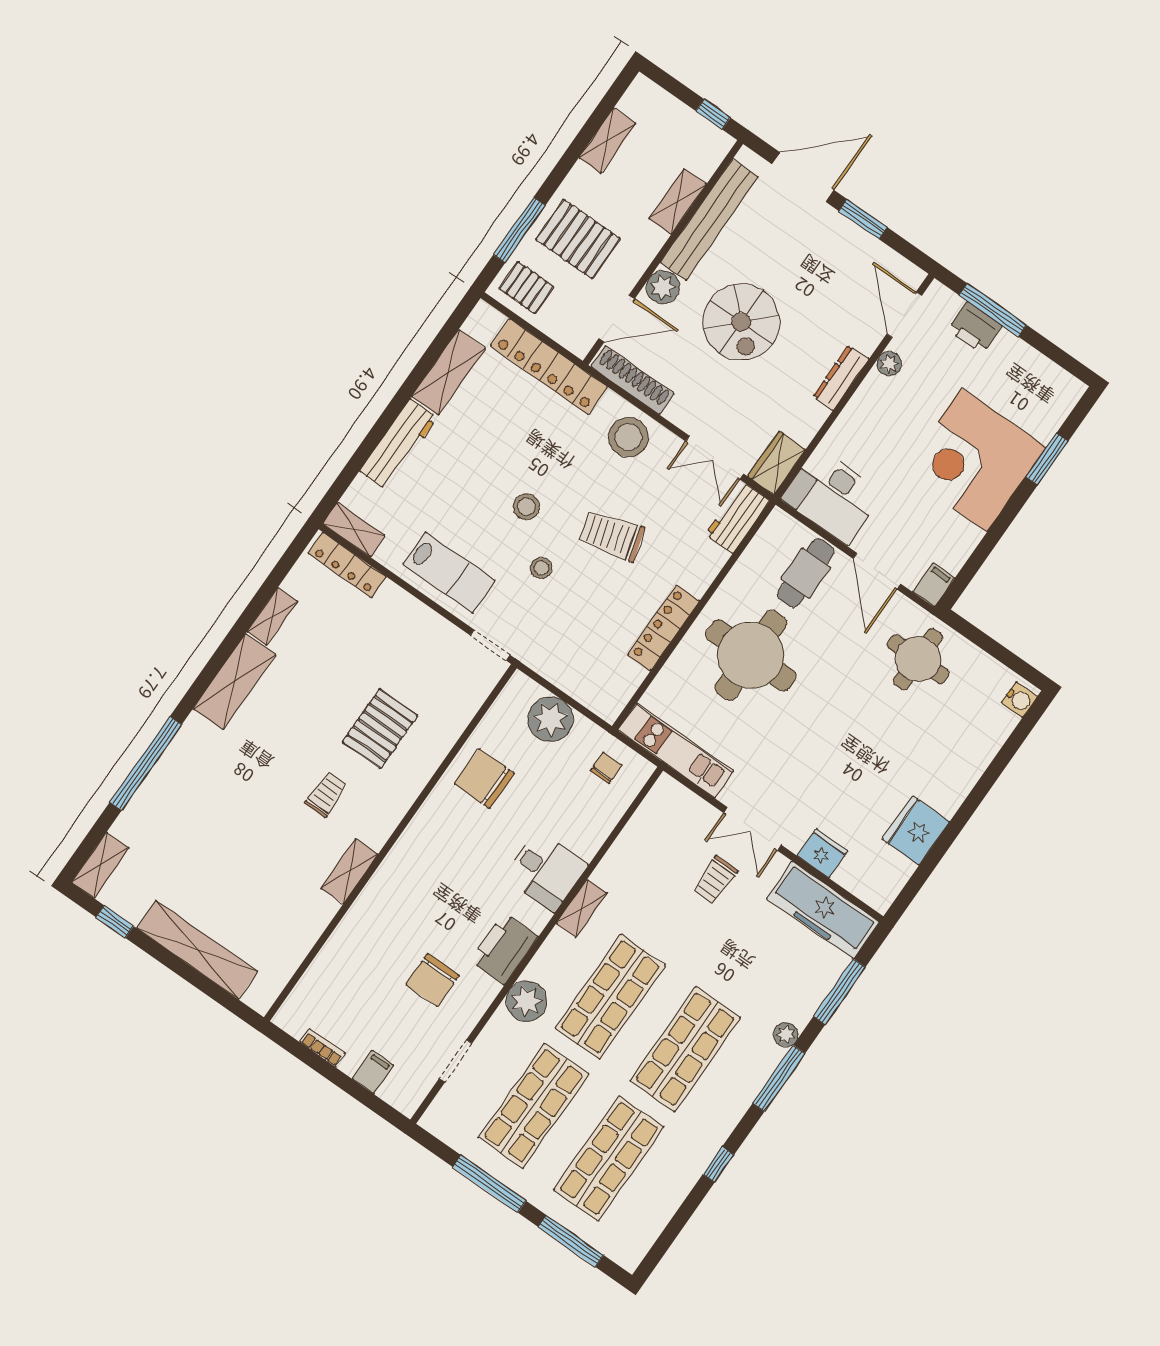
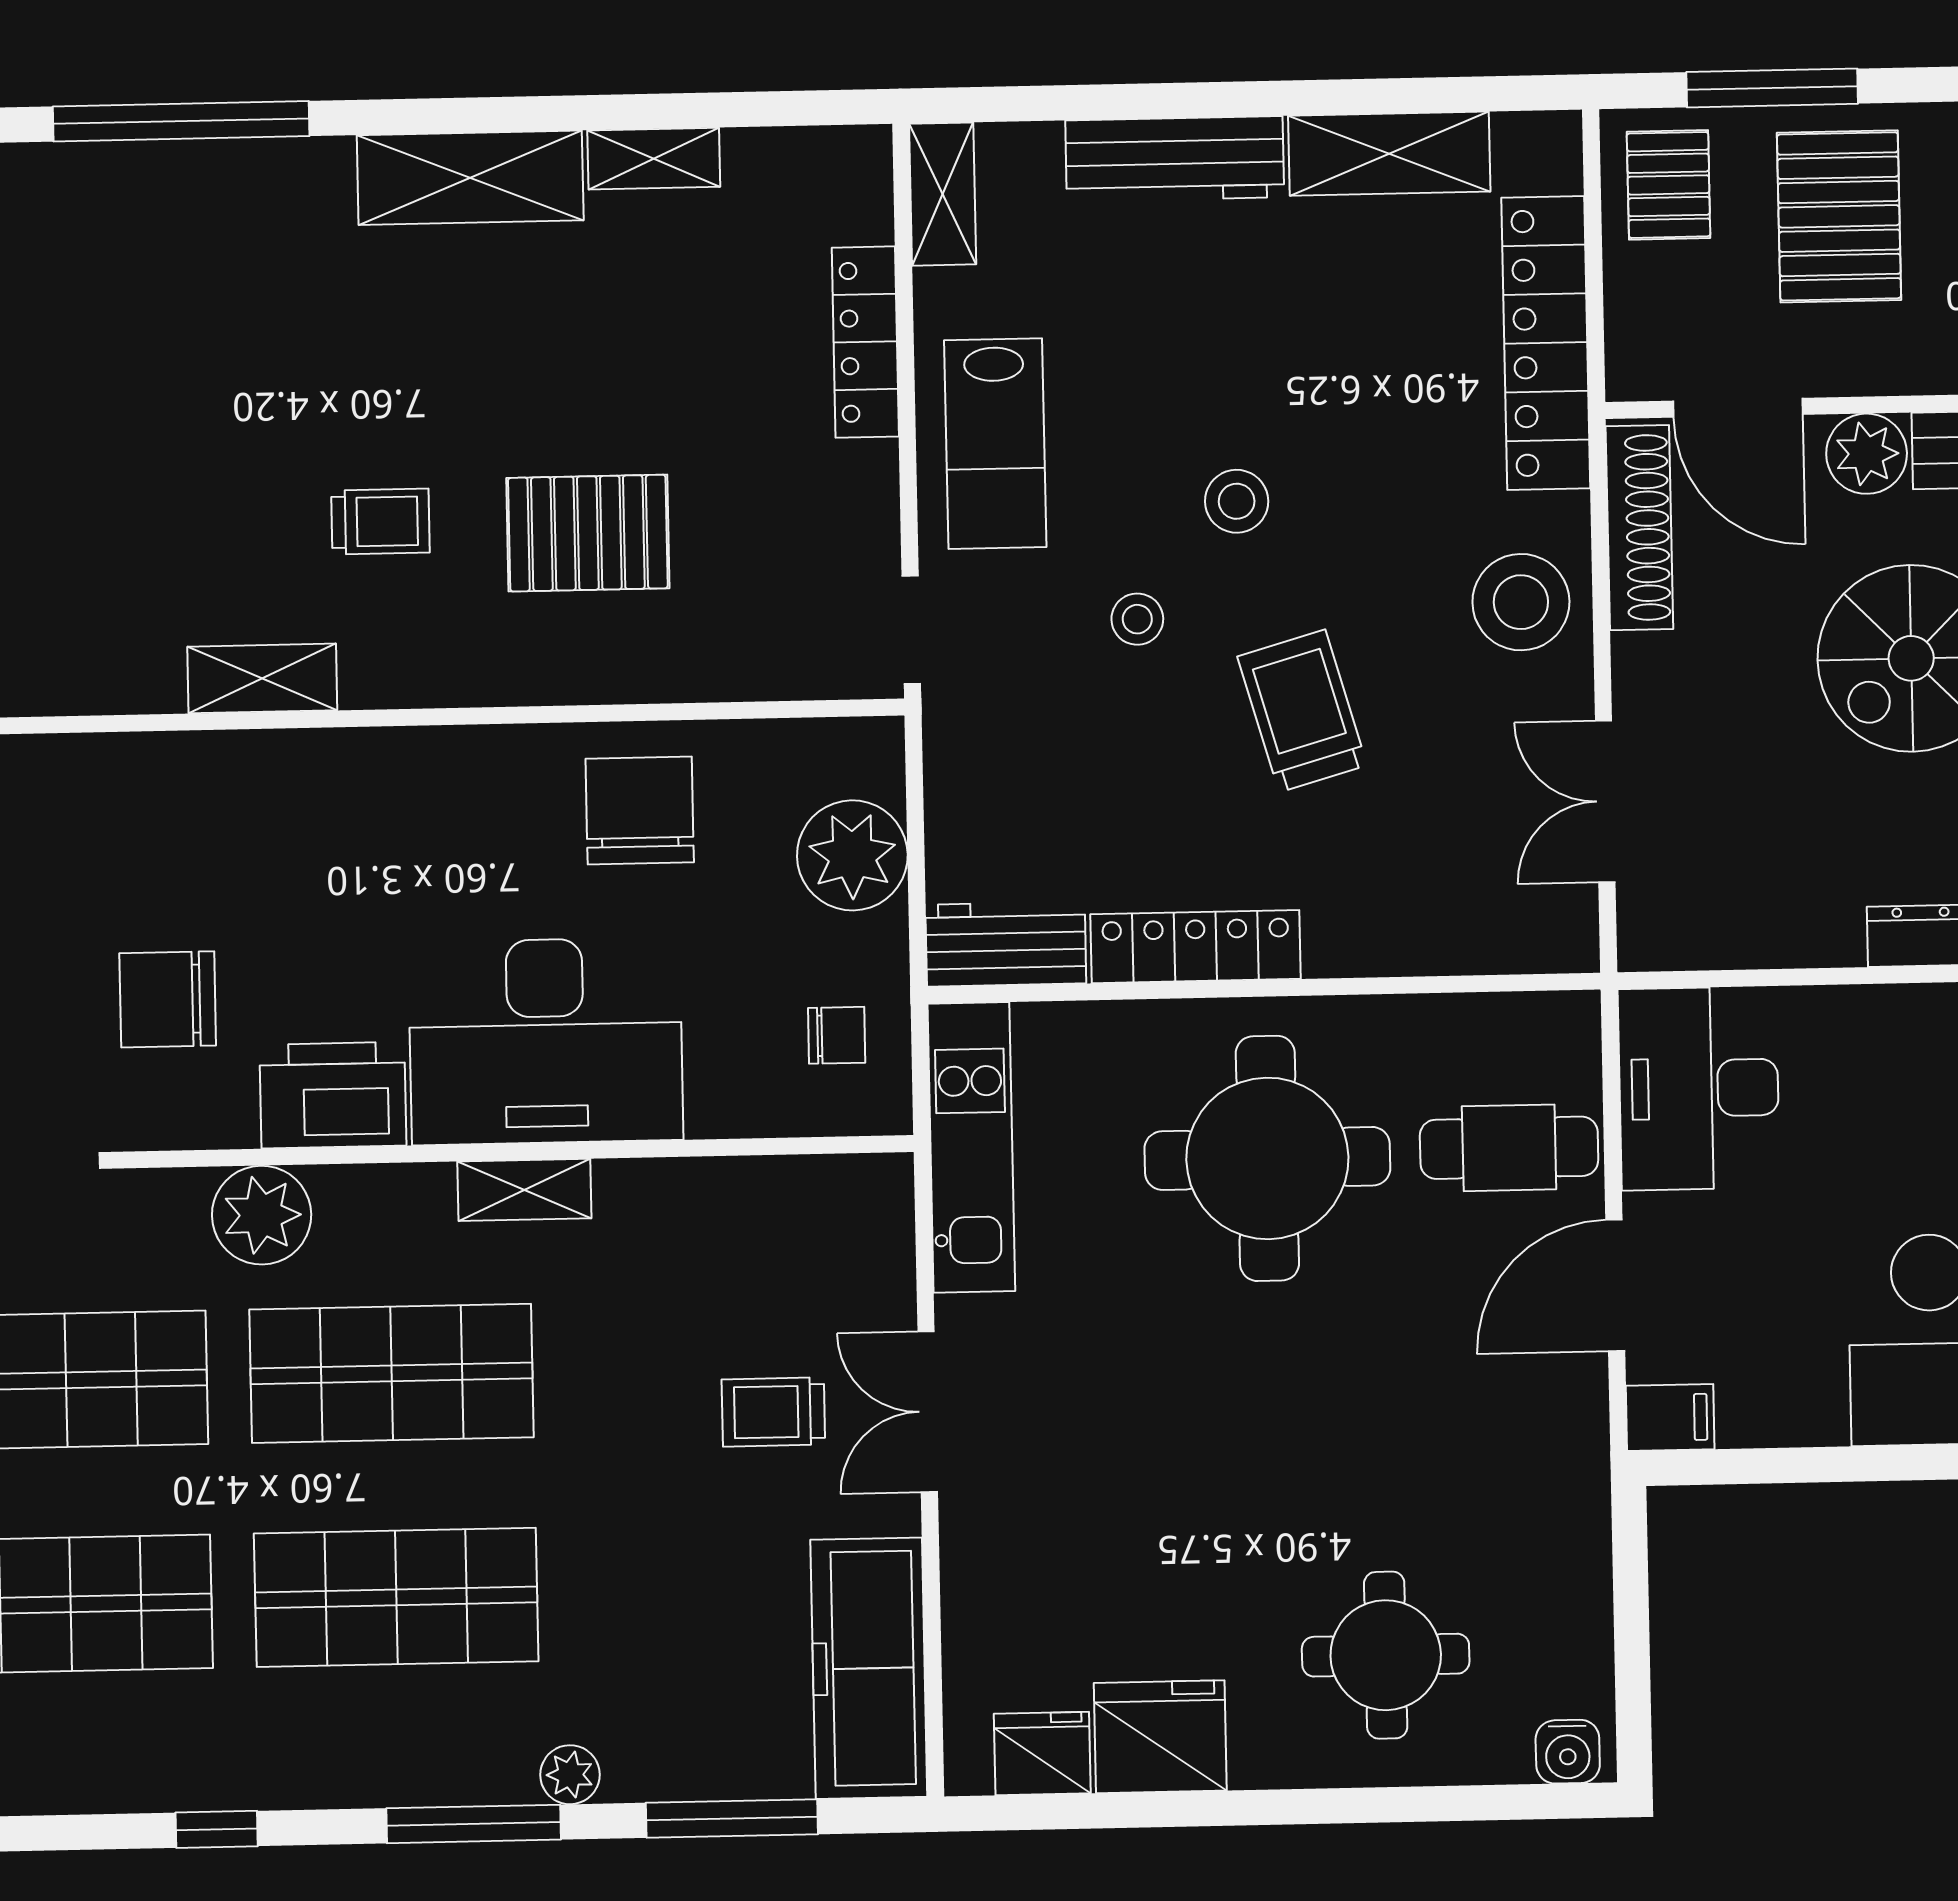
wardrobe: (777, 463) -> (1684, 932), removed
workbench: (738, 518) -> (1006, 944), moved
locker: (347, 565) -> (865, 342), moved
round table: (918, 659) -> (1386, 1655), moved
fridge: (823, 853) -> (1042, 1754), moved, turned -90
desk: (546, 871) -> (546, 1041), width x1.87, depth x1.30

